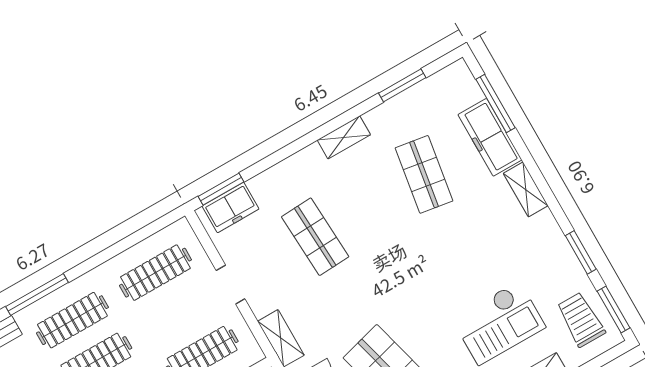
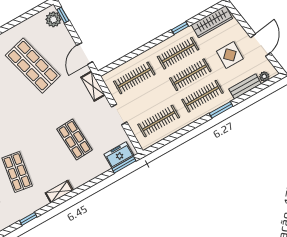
window: (402, 85) -> (28, 219), width x0.67
window: (37, 295) -> (221, 110), width x0.69

